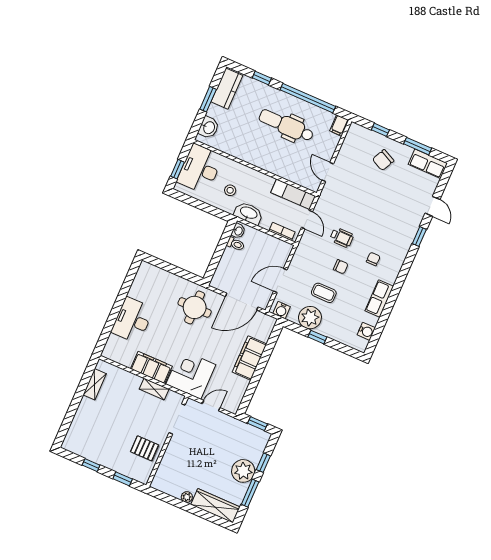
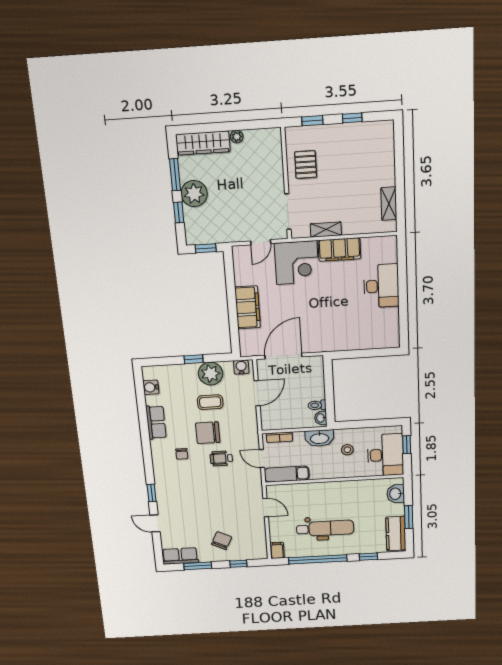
chair: (341, 267) -> (208, 433), width x1.87, depth x1.87
round table: (195, 307) -> (326, 328), removed
pallet: (145, 448) -> (306, 165), turned 90

